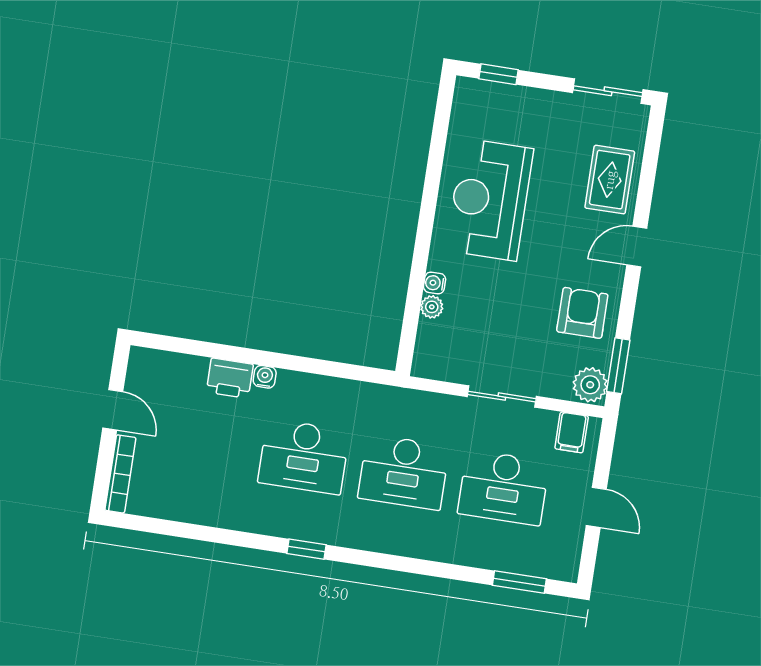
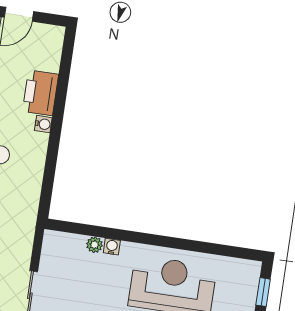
printer: (230, 378) -> (41, 93), width x1.37, depth x1.19

